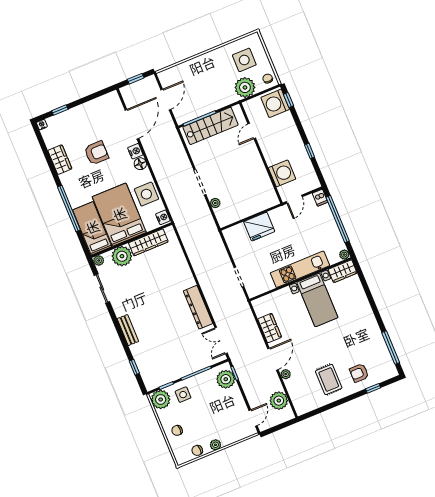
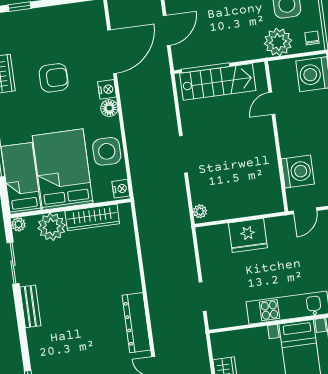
plant: (215, 203) -> (200, 211), moved
bench: (128, 330) -> (30, 306), moved

